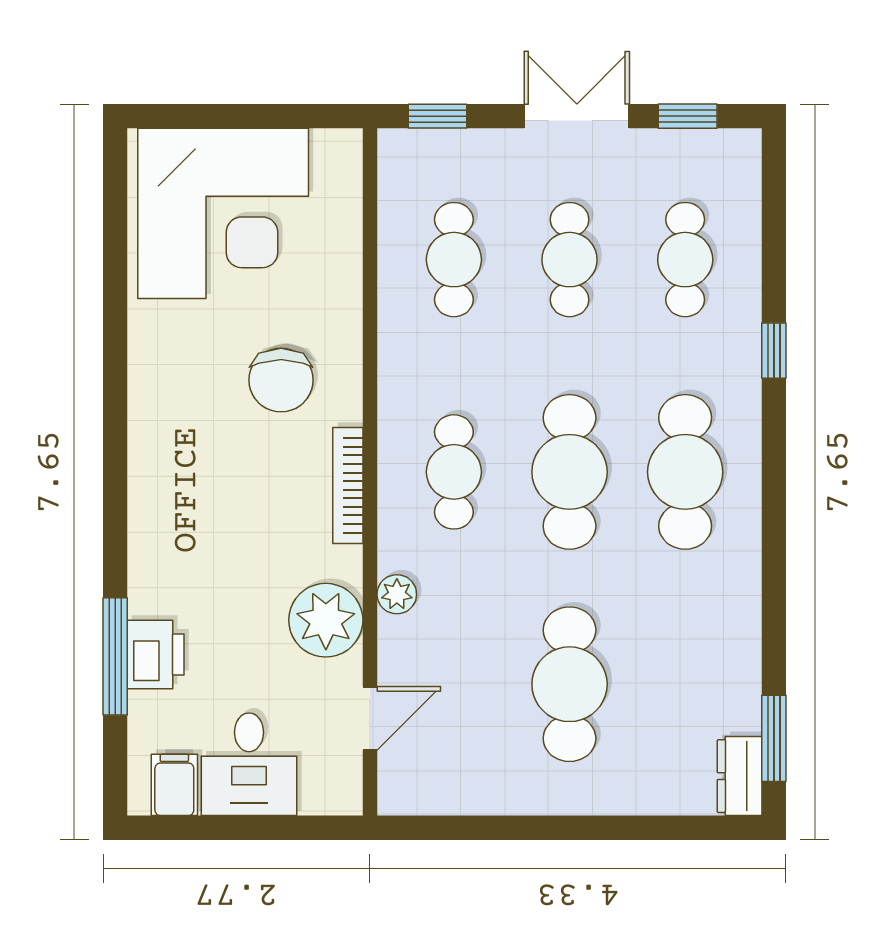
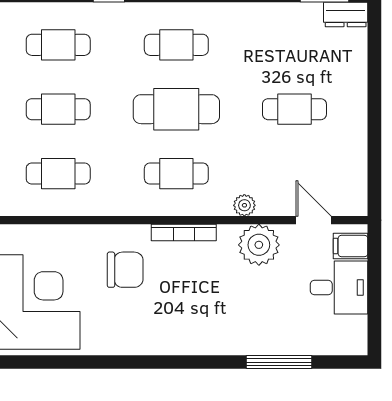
cafe table: (685, 472) -> (176, 45), width x0.73, depth x0.74
printer: (156, 655) -> (278, 340), removed
cafe table: (570, 684) -> (294, 109), width x0.73, depth x0.74
filing cabinet: (174, 785) -> (351, 246), moved

